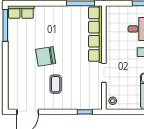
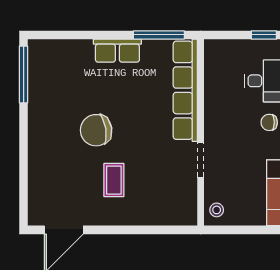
row of seats: (21, 12) -> (117, 51), moved
window: (85, 112) -> (166, 230), removed

